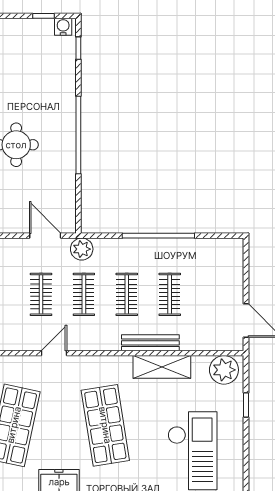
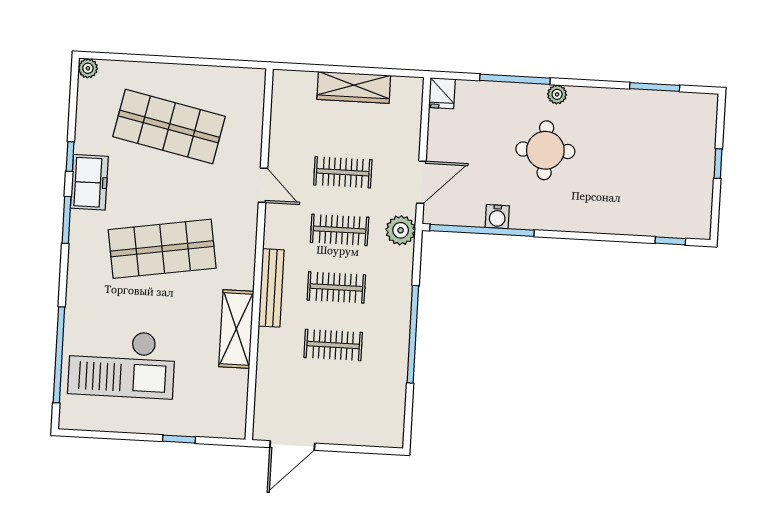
window: (44, 16) -> (718, 164), moved
water cooler: (63, 27) -> (497, 217), moved, turned 90
window: (78, 135) -> (482, 230), moved
bench: (150, 343) -> (271, 288), moved
plant: (224, 370) -> (228, 412), removed

